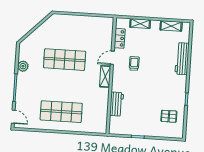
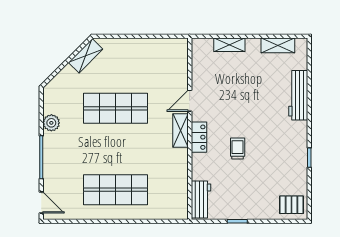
shelving: (48, 25) -> (86, 56), added
locker: (120, 38) -> (199, 137), moved
trolley: (134, 63) -> (238, 149), moved
workbench: (117, 104) -> (201, 199), moved
pallet: (169, 116) -> (292, 205), moved

